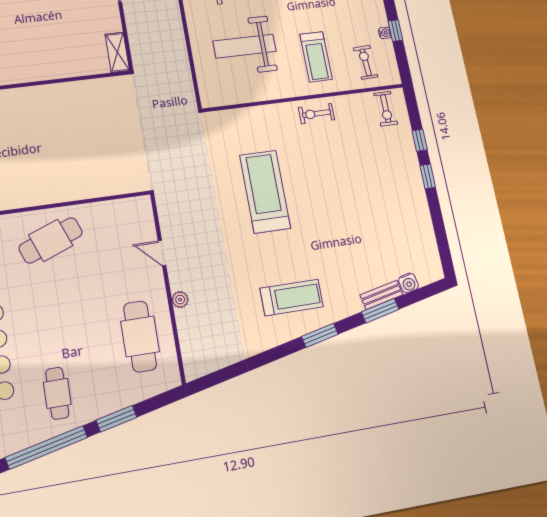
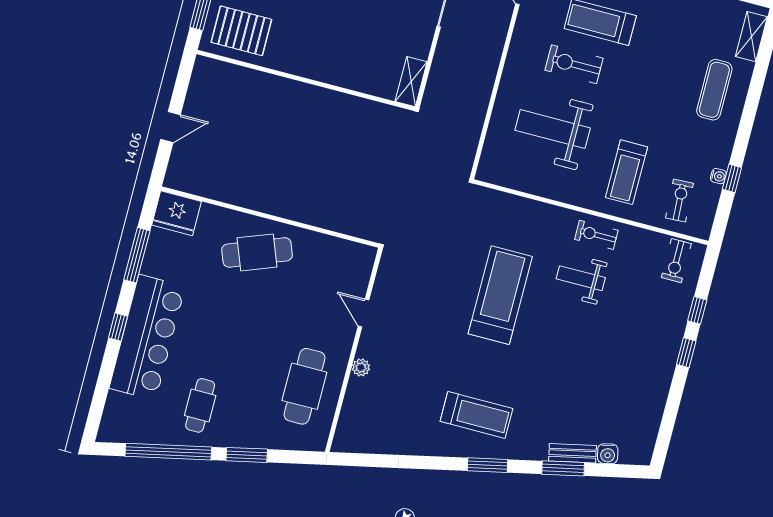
weight bench: (321, 152) -> (581, 278), added

